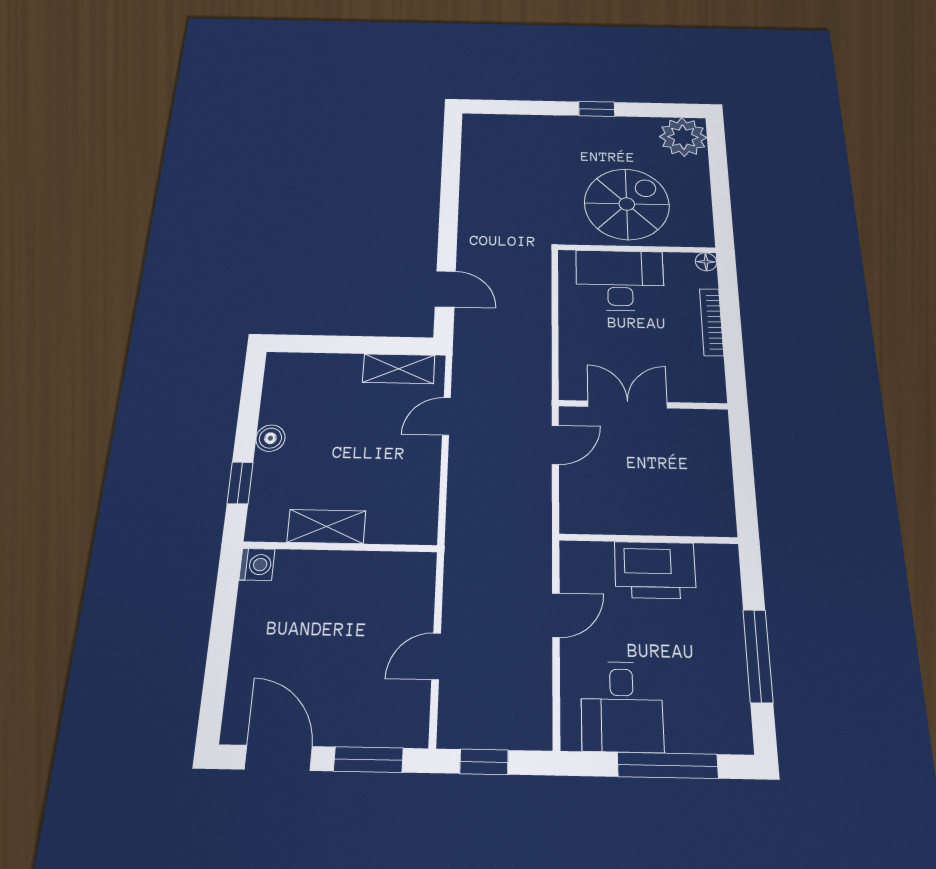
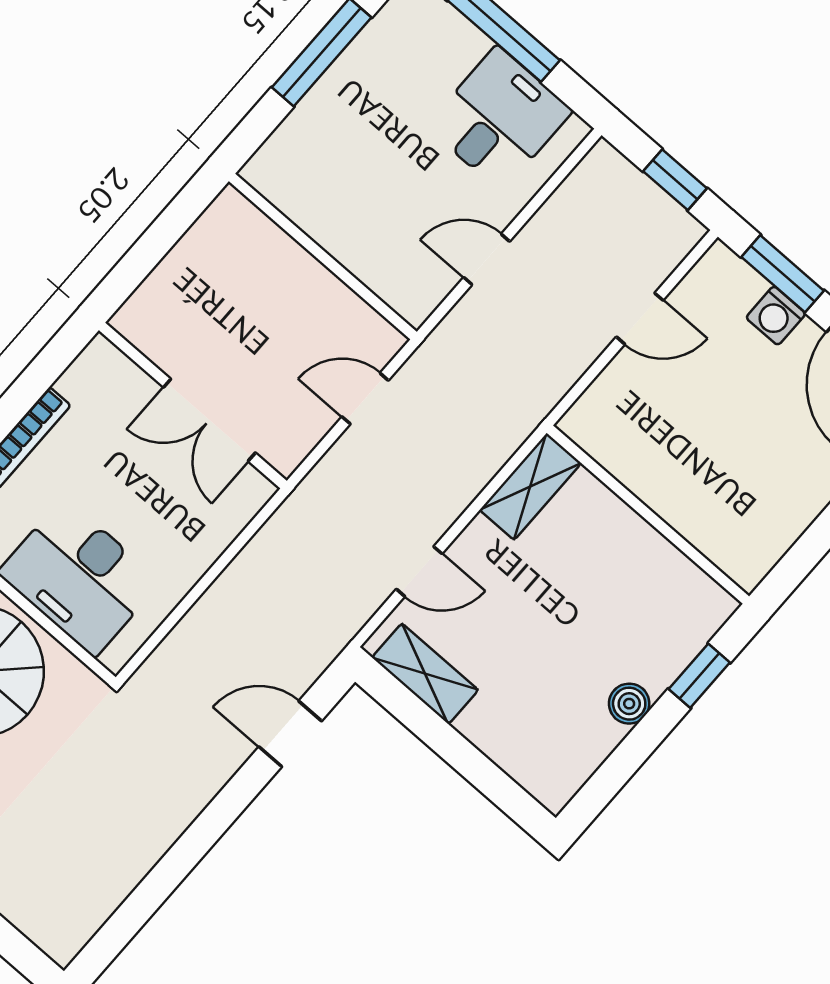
door: (445, 289) -> (290, 734), hinge flipped
door: (555, 445) -> (365, 399), moved
shelving: (326, 527) -> (530, 486), moved, turned 90
washing machine: (257, 564) -> (776, 316), moved, turned -90
printer: (655, 570) -> (346, 220), removed

